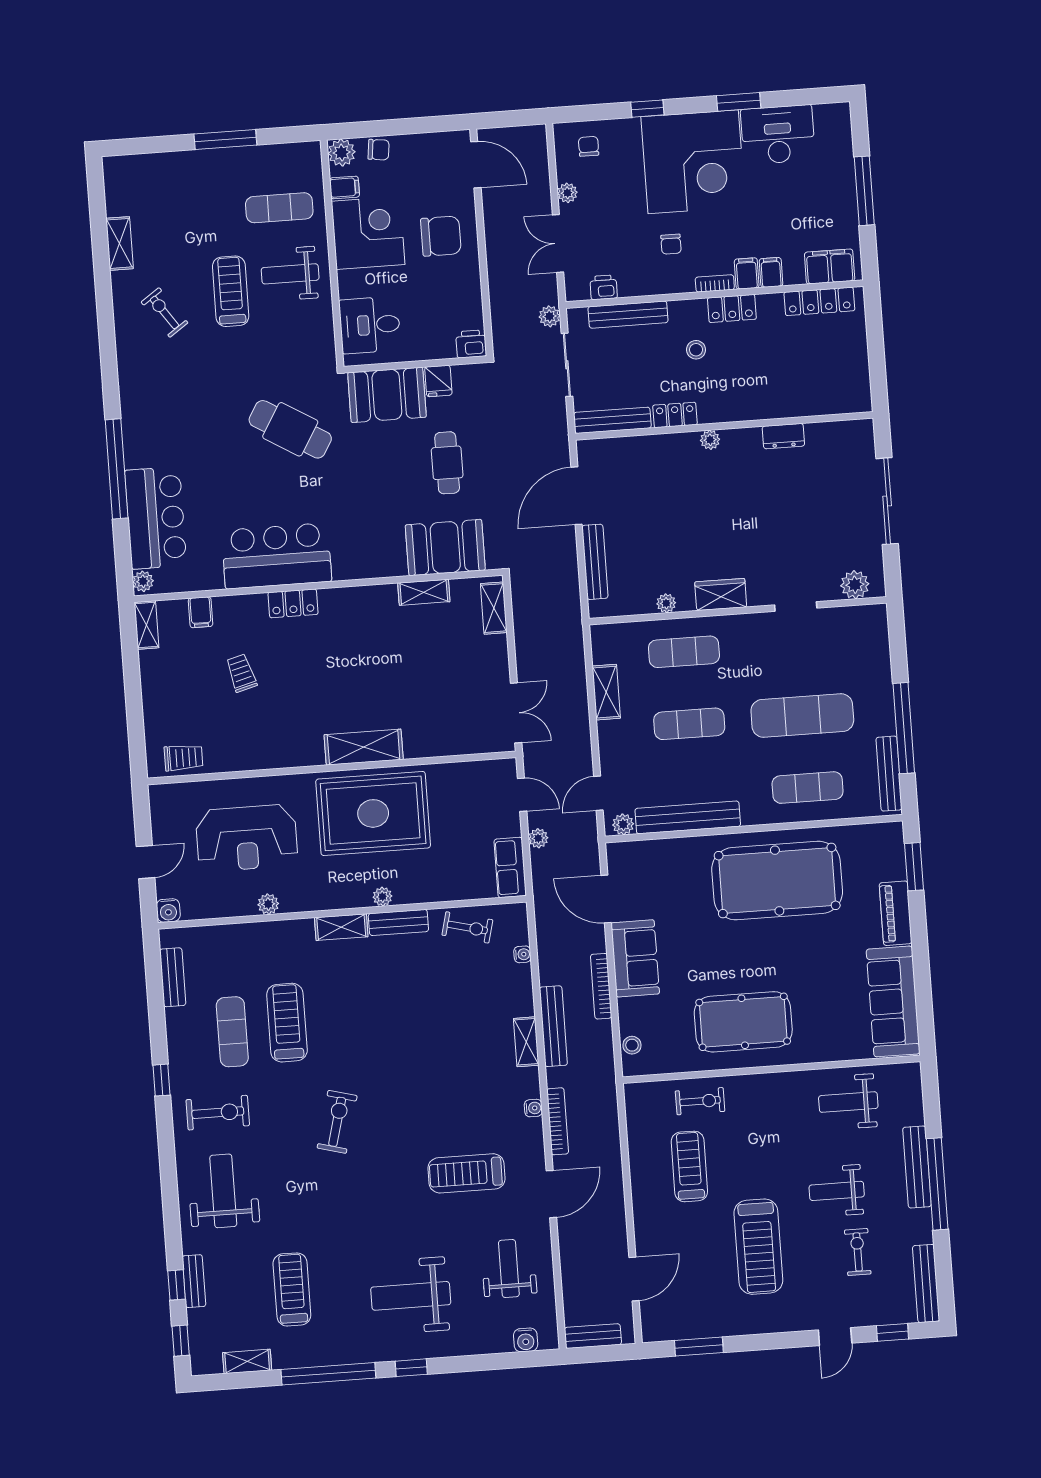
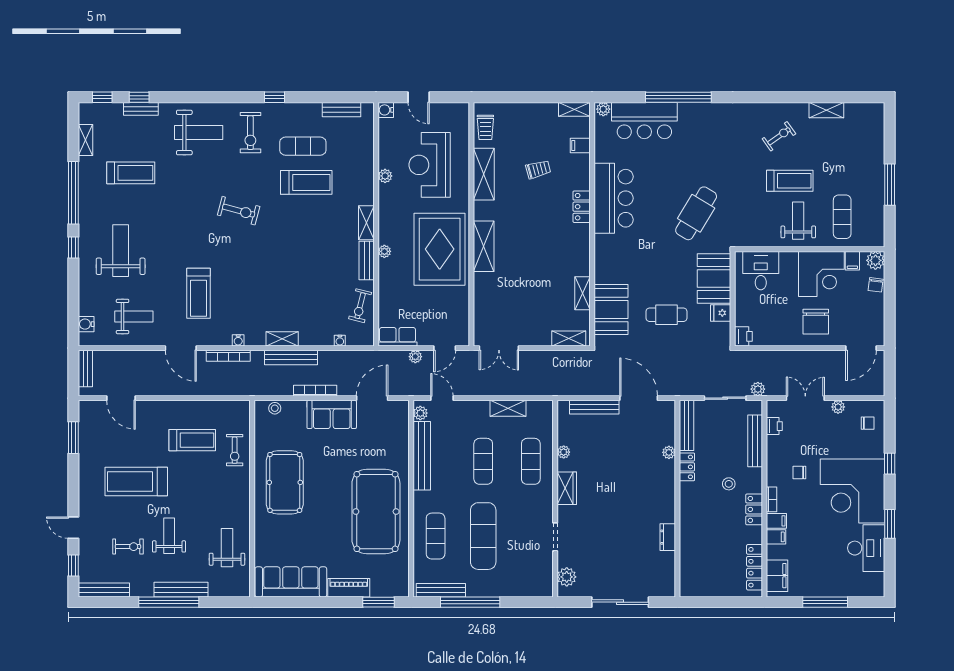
plant: (710, 440) -> (669, 452), moved
shelving: (255, 755) -> (484, 174), added
treadmill: (467, 1173) -> (198, 293), turned 180

